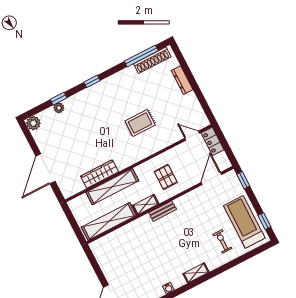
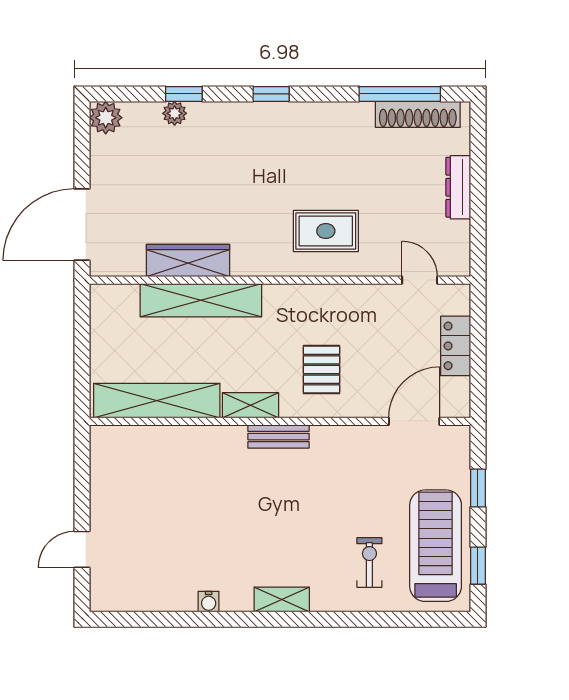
door: (192, 136) -> (420, 280), moved
wall: (139, 163) -> (280, 280), moved
wardrobe: (100, 174) -> (188, 261), moved
window: (243, 180) -> (478, 488), moved
shelving: (112, 187) -> (201, 300), moved

